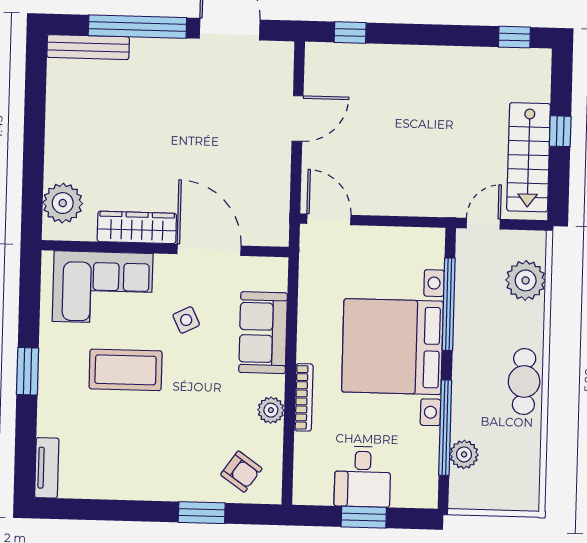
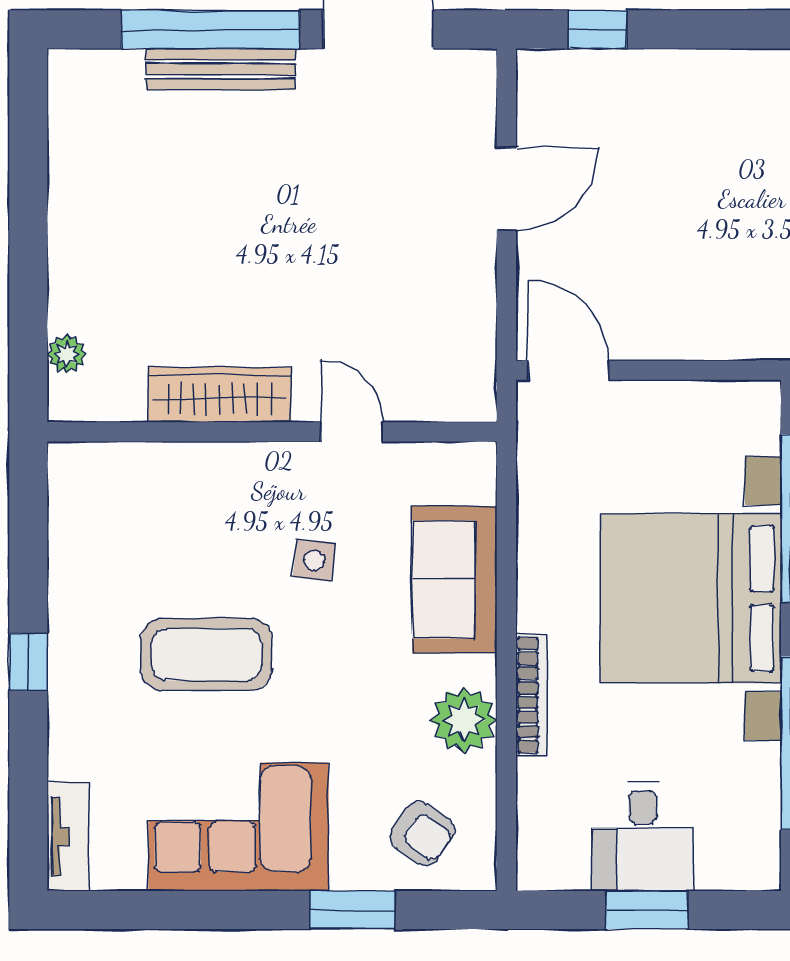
bench: (88, 47) -> (221, 69), moved
plant: (63, 203) -> (67, 354), width x0.53, depth x0.53
door: (209, 250) -> (352, 432), width x0.53
corner sofa: (103, 287) -> (239, 827), moved, turned 180
side table: (186, 320) -> (314, 560), turned 33
window: (28, 371) -> (28, 662), width x0.67
plant: (271, 410) -> (464, 720), width x1.36, depth x1.36

